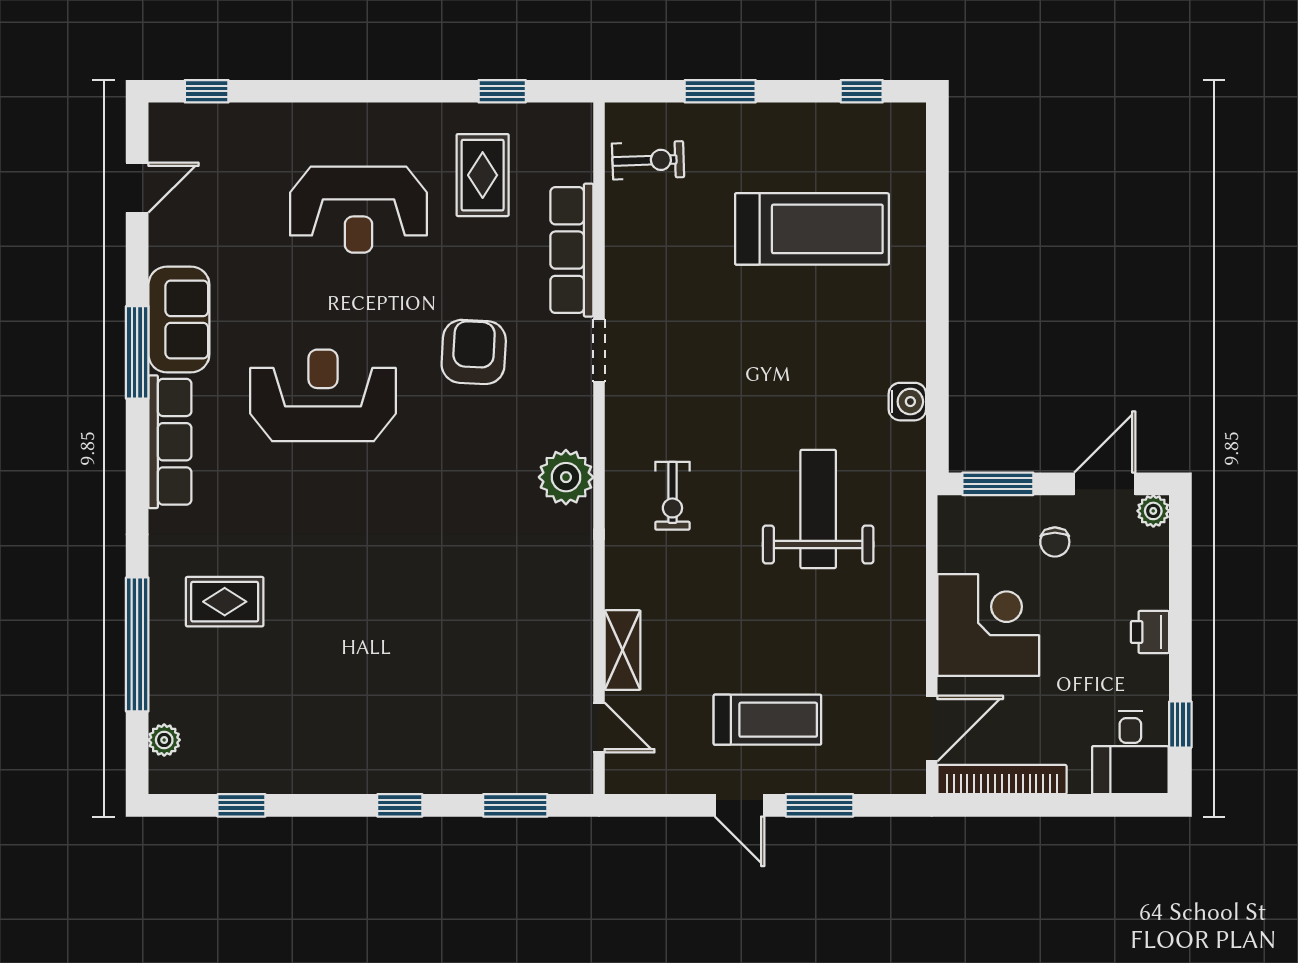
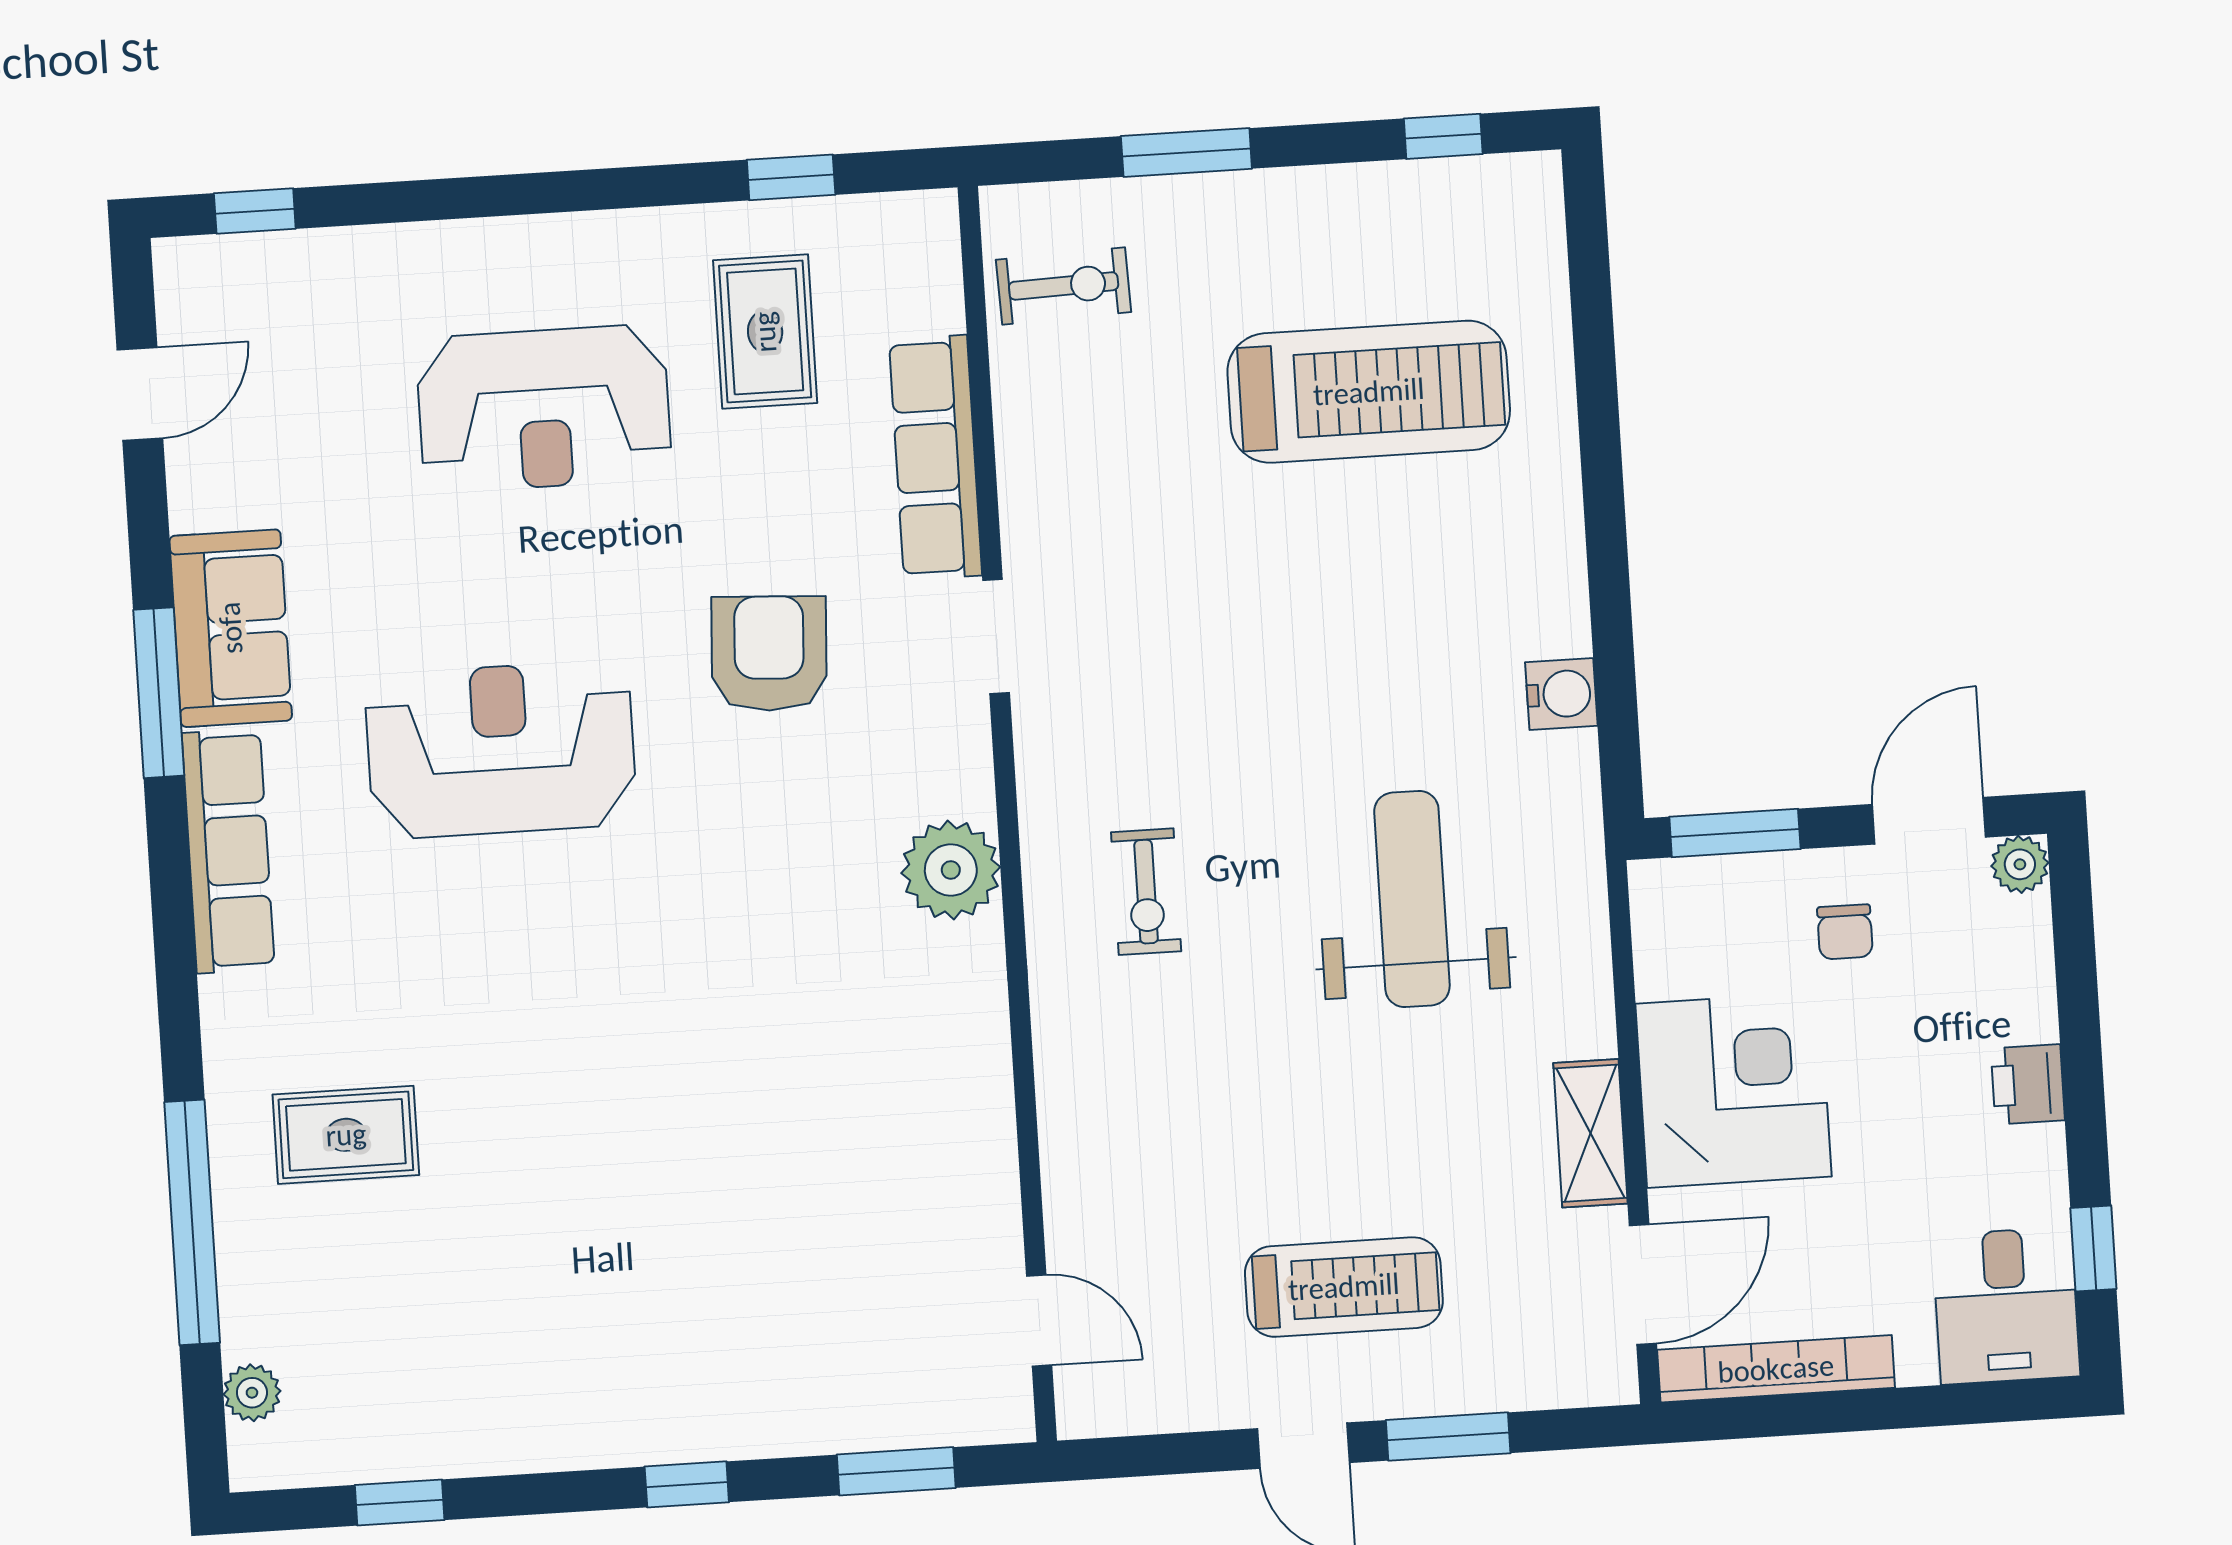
shelving: (622, 650) -> (1590, 1133), moved

